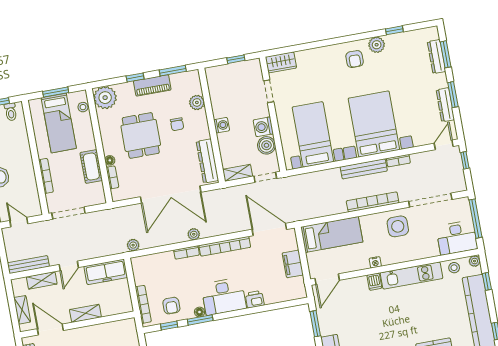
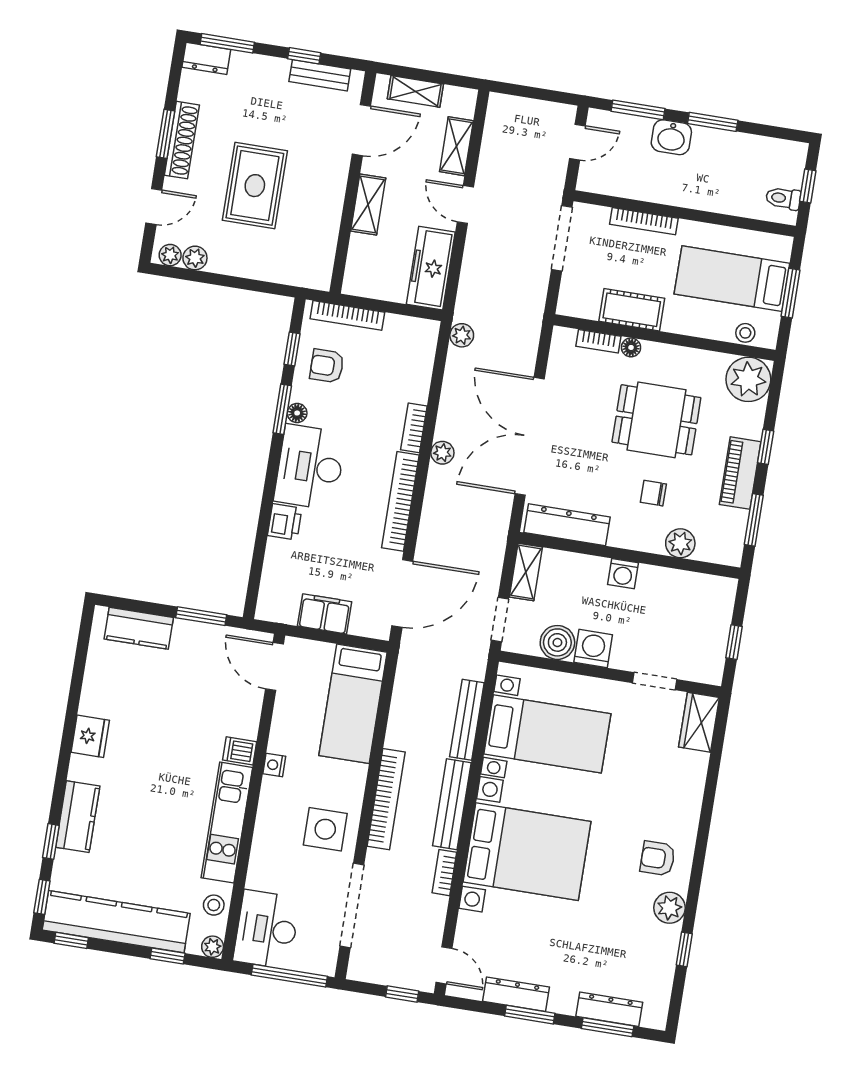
bench: (28, 265) -> (467, 720), moved

